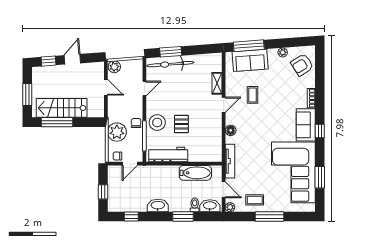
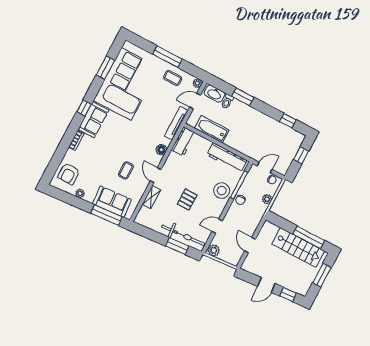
armchair: (302, 65) -> (69, 174), turned 122
plant: (114, 67) -> (214, 250), moved
door: (224, 105) -> (156, 175), hinge flipped
pallet: (181, 124) -> (187, 199), moved
plant: (117, 132) -> (267, 199), width x0.53, depth x0.53
workbench: (215, 148) -> (183, 141), added
door: (224, 190) -> (195, 101), hinge flipped
washbasin: (158, 206) -> (260, 118), removed

